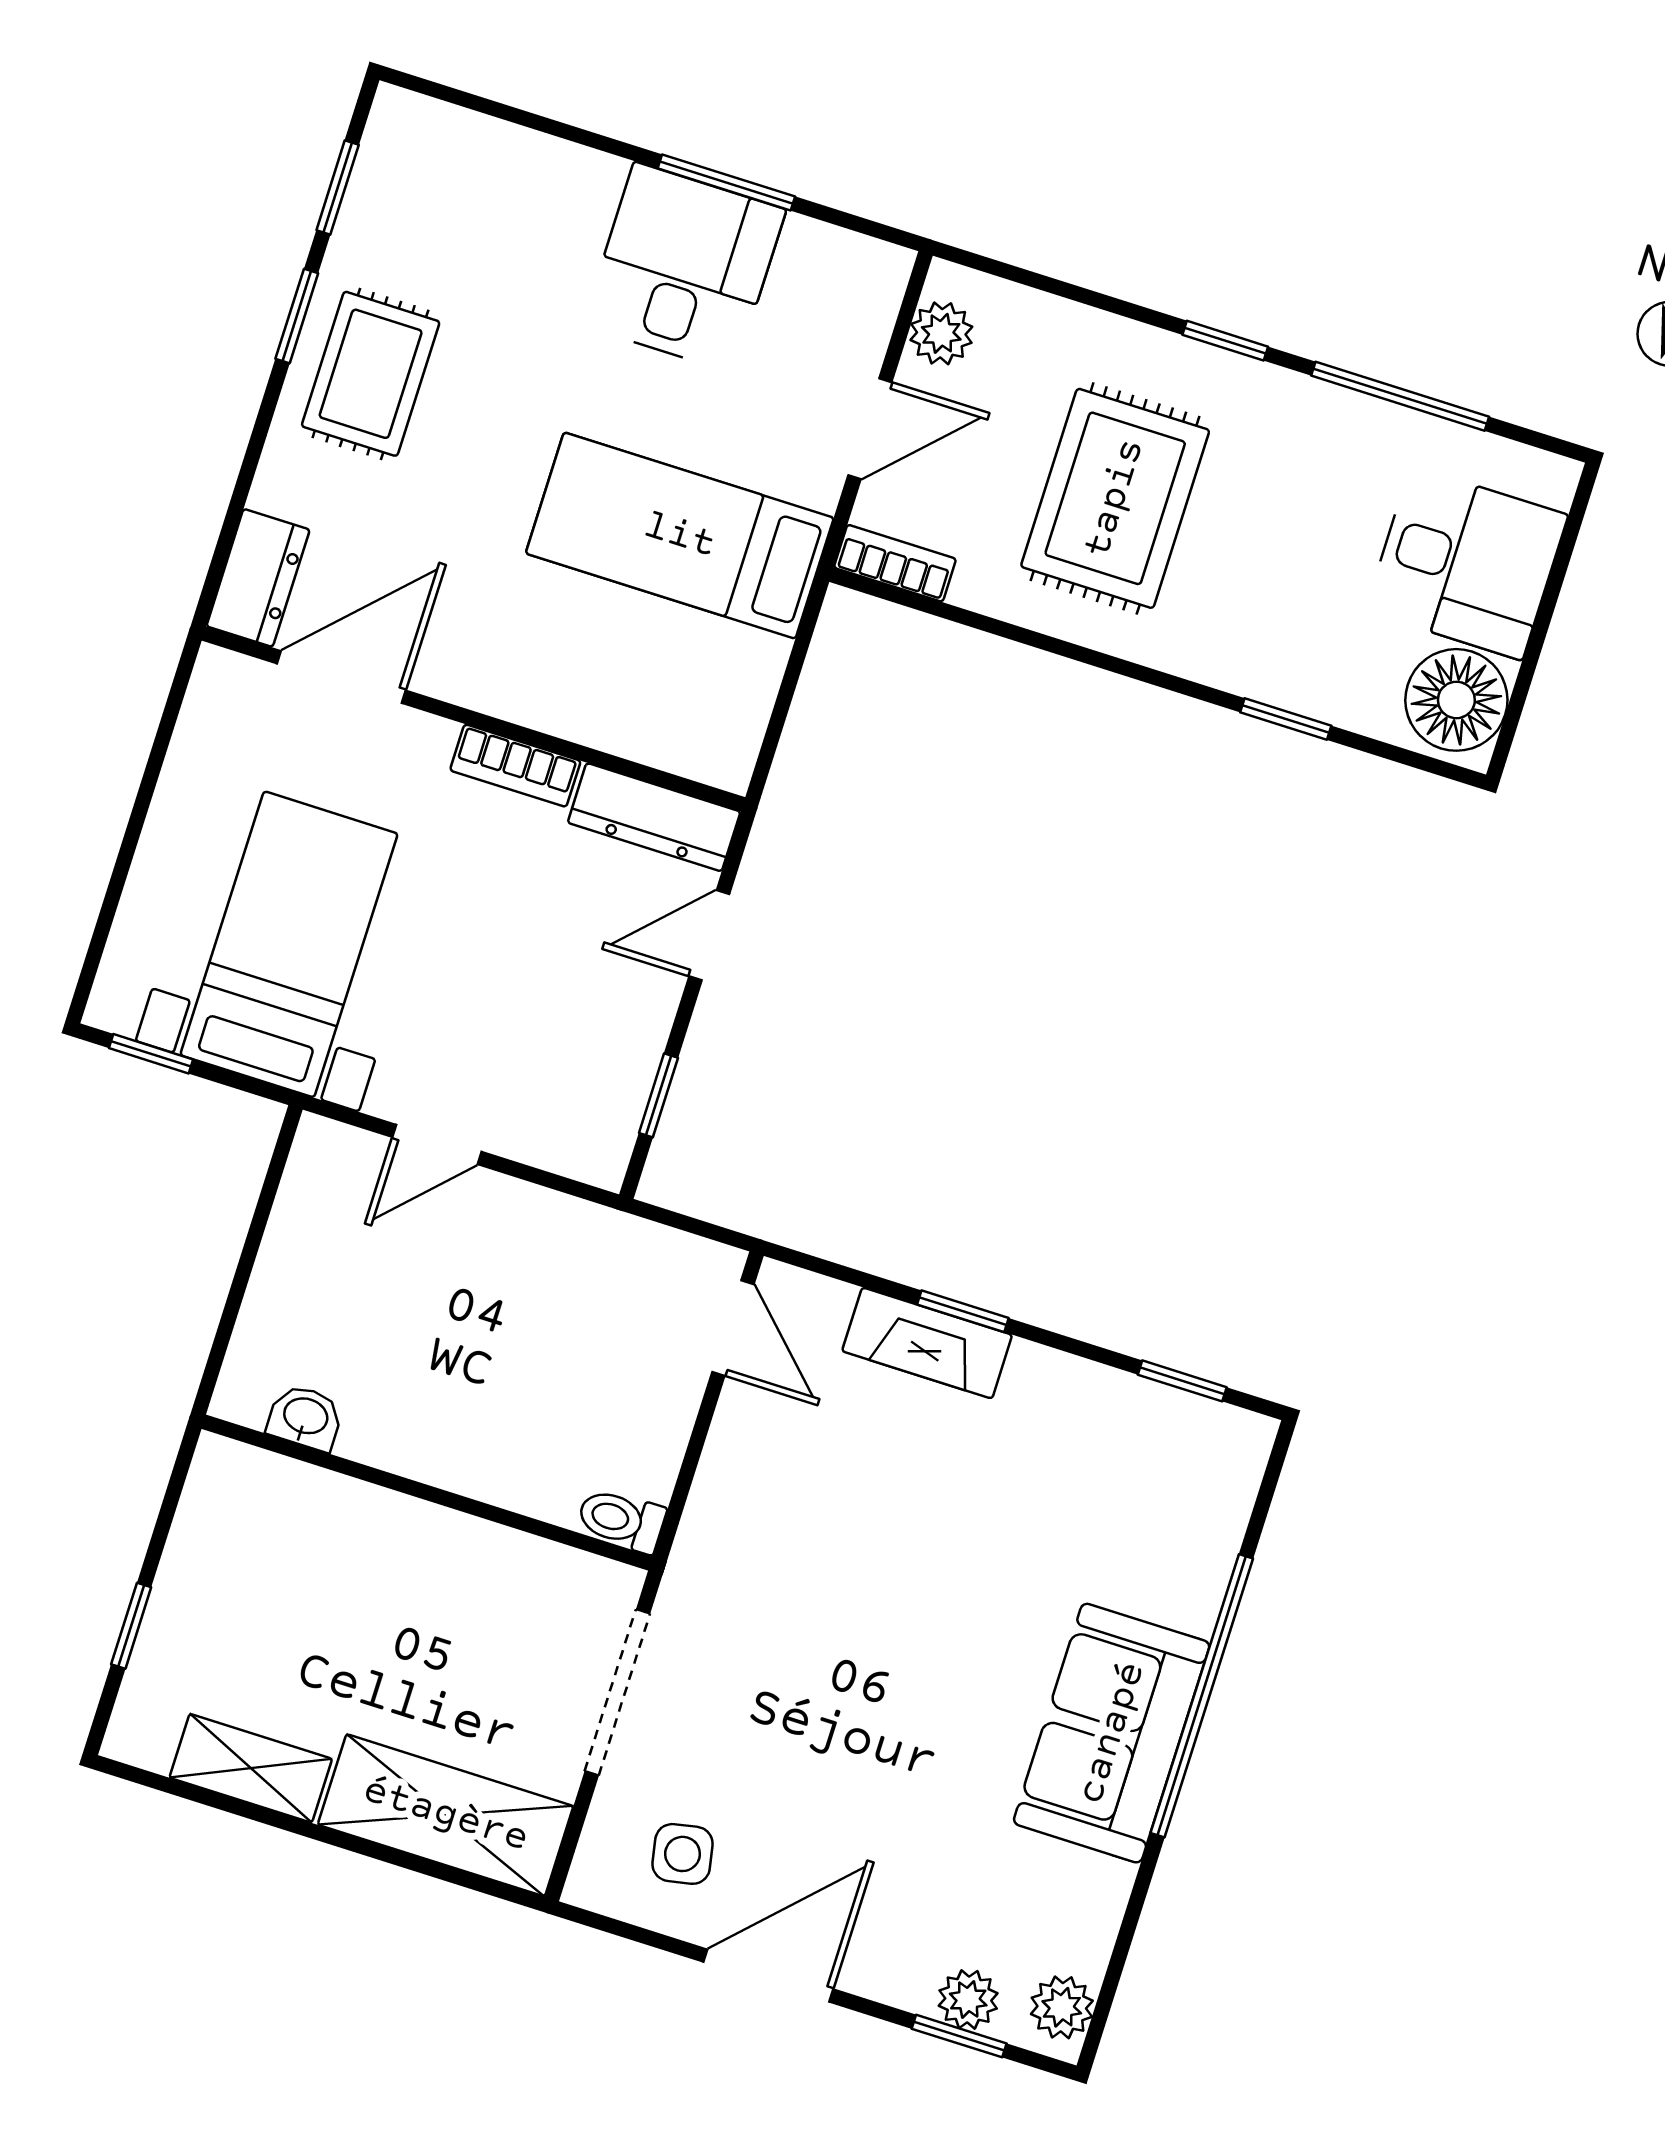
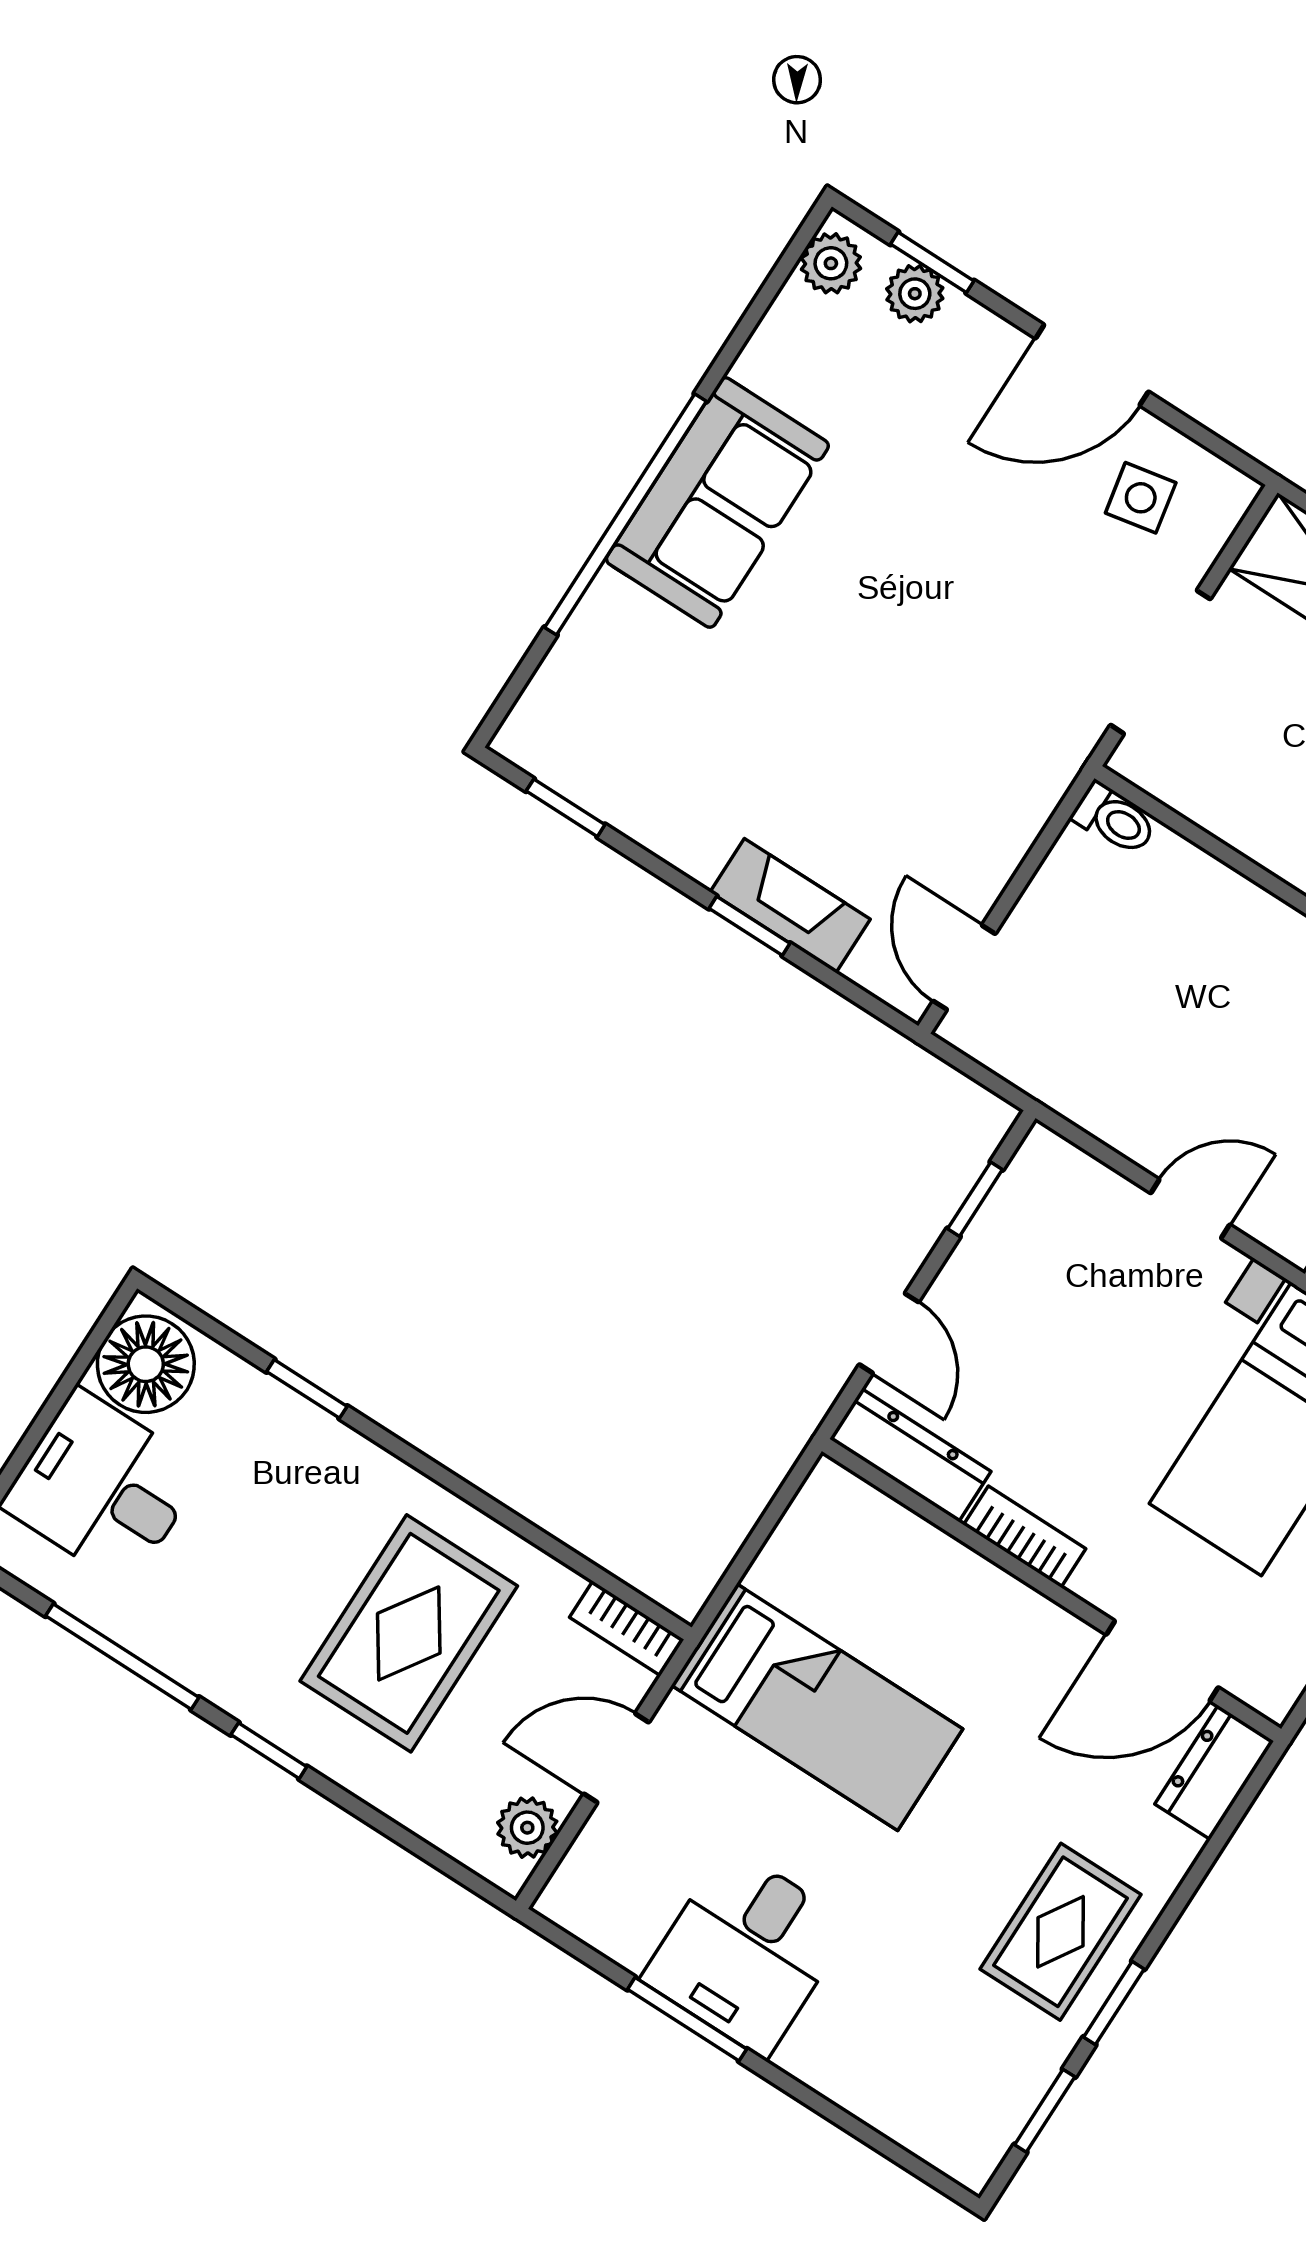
door: (709, 935) -> (889, 1333), hinge flipped

